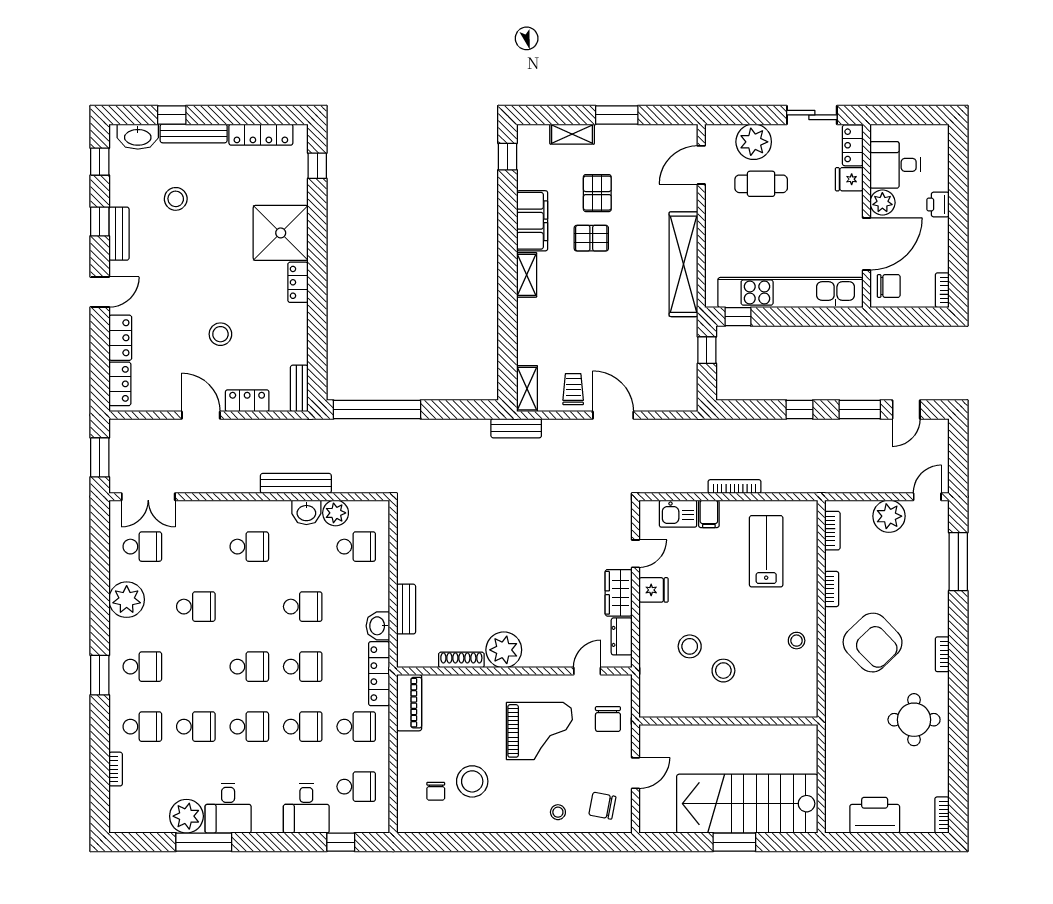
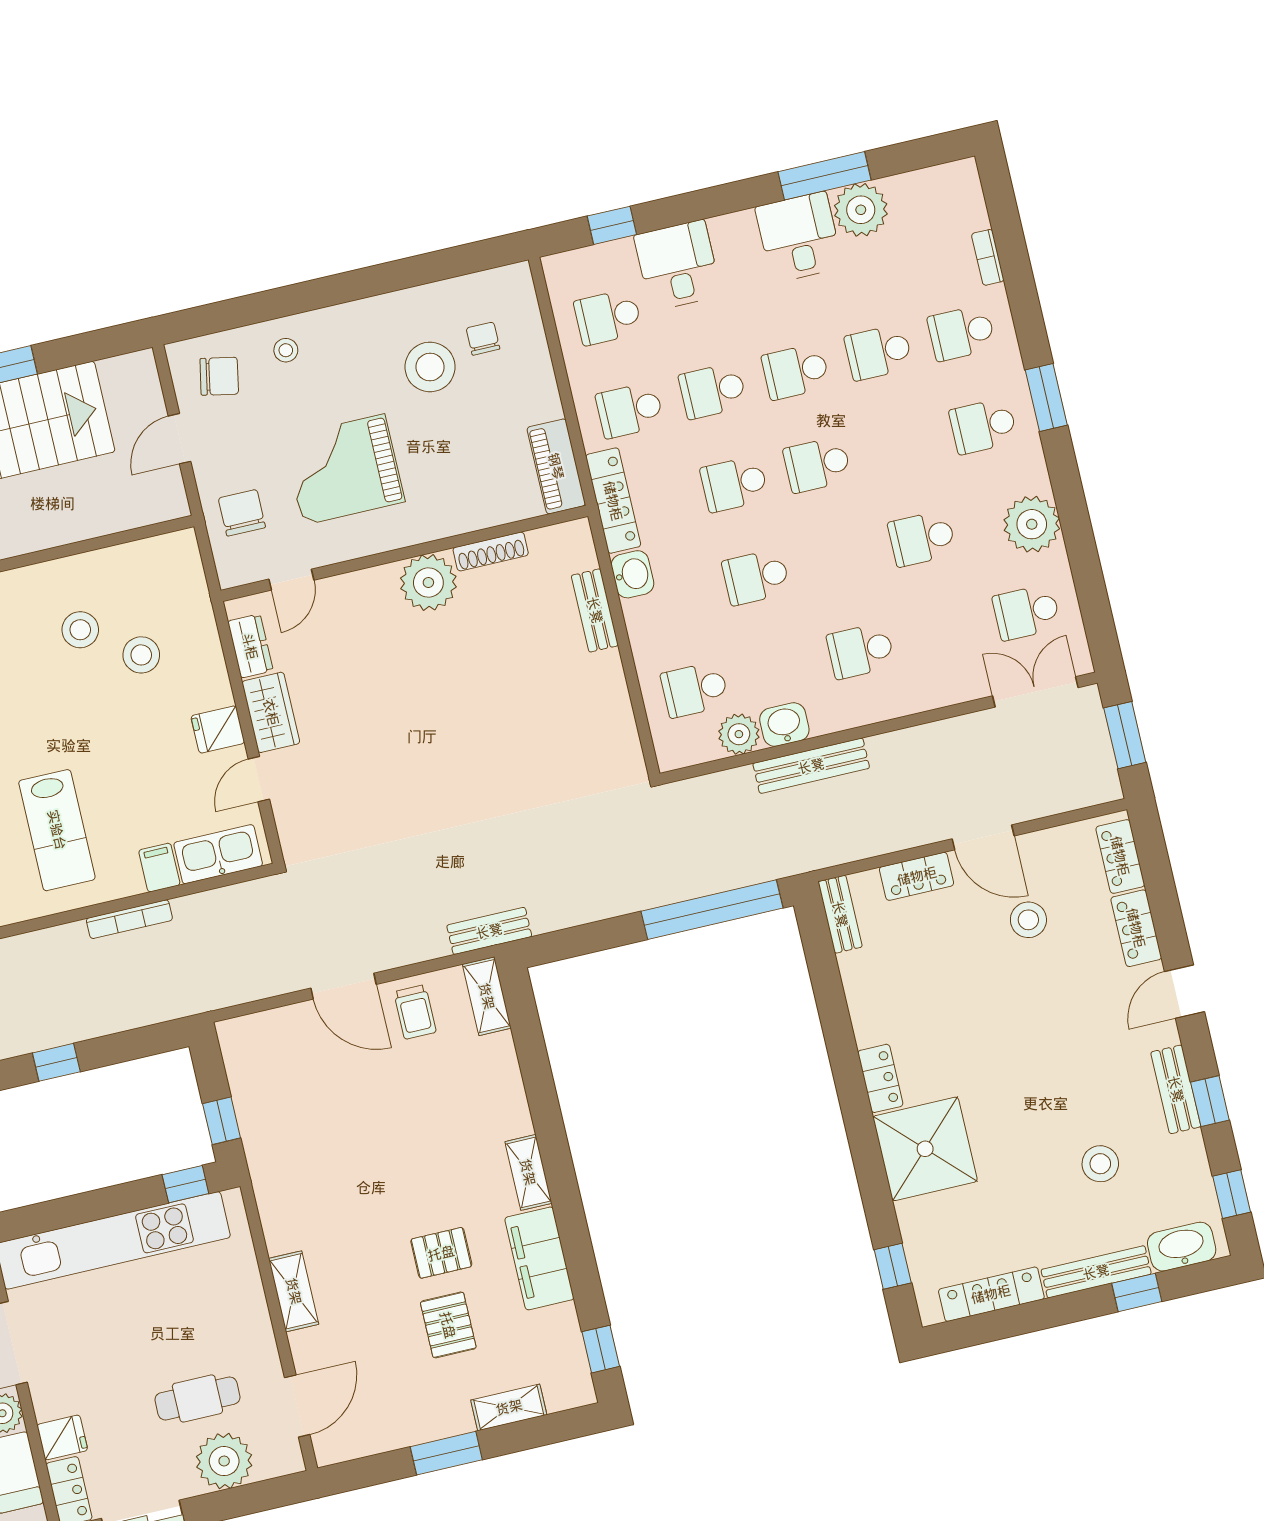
shelving: (684, 264) -> (294, 1291), width x0.45, depth x0.75
stool: (220, 334) -> (1028, 920), moved
kitchen sink: (678, 514) -> (218, 854), width x1.38

